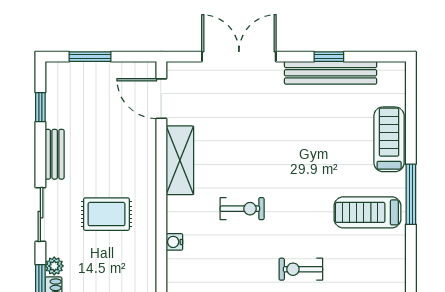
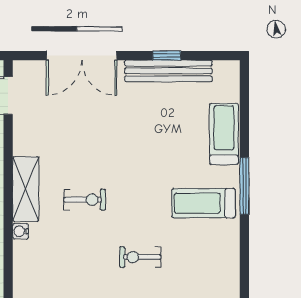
double door: (239, 57) -> (82, 56), swing flipped
shelving: (180, 160) -> (26, 189), moved

